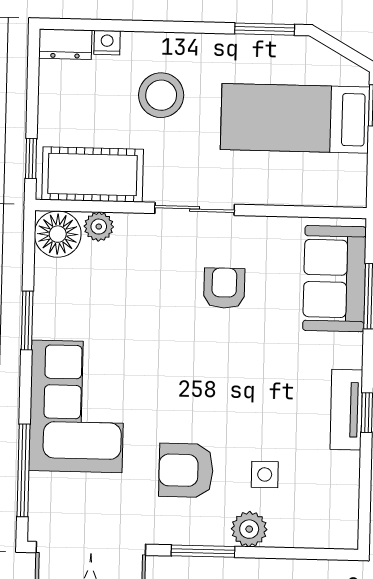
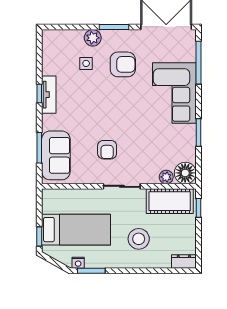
nightstand: (107, 43) -> (78, 263), moved

